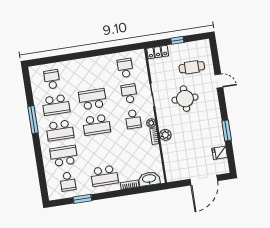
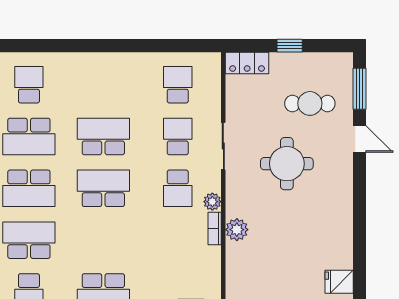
school desk: (96, 125) -> (103, 188), turned 180
window: (227, 131) -> (360, 89), moved

